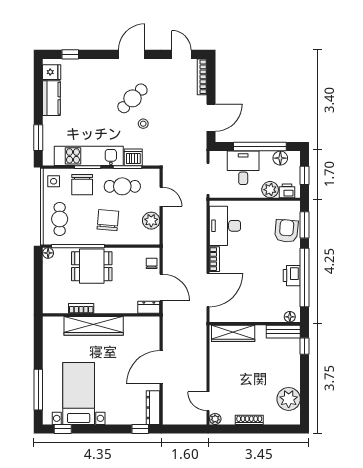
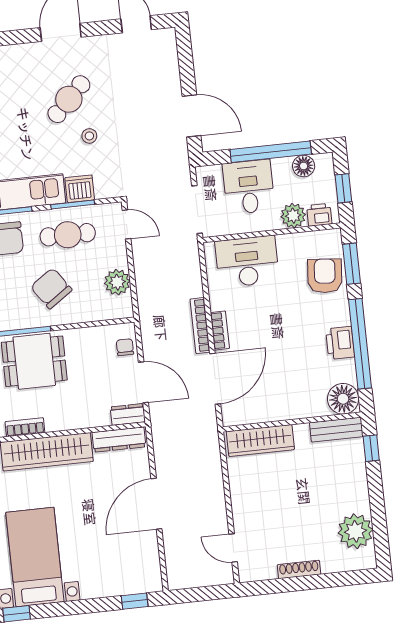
bookcase: (202, 77) -> (200, 326), moved
door: (211, 118) -> (192, 116), hinge flipped
door: (161, 197) -> (127, 224), moved
chair: (108, 220) -> (51, 288), turned -40
desk: (225, 226) -> (247, 262), moved, turned 90
floor lamp: (290, 317) -> (343, 399), width x1.89, depth x1.89
dresser: (153, 408) -> (119, 440), moved, turned -90
plant: (215, 419) -> (247, 574), removed

